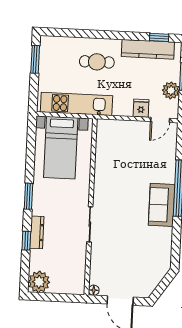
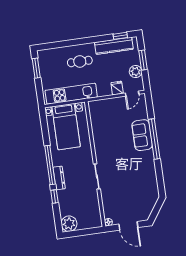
window: (28, 196) -> (50, 165), width x2.11
sofa: (162, 205) -> (142, 135), moved
dresser: (37, 232) -> (59, 178), moved

